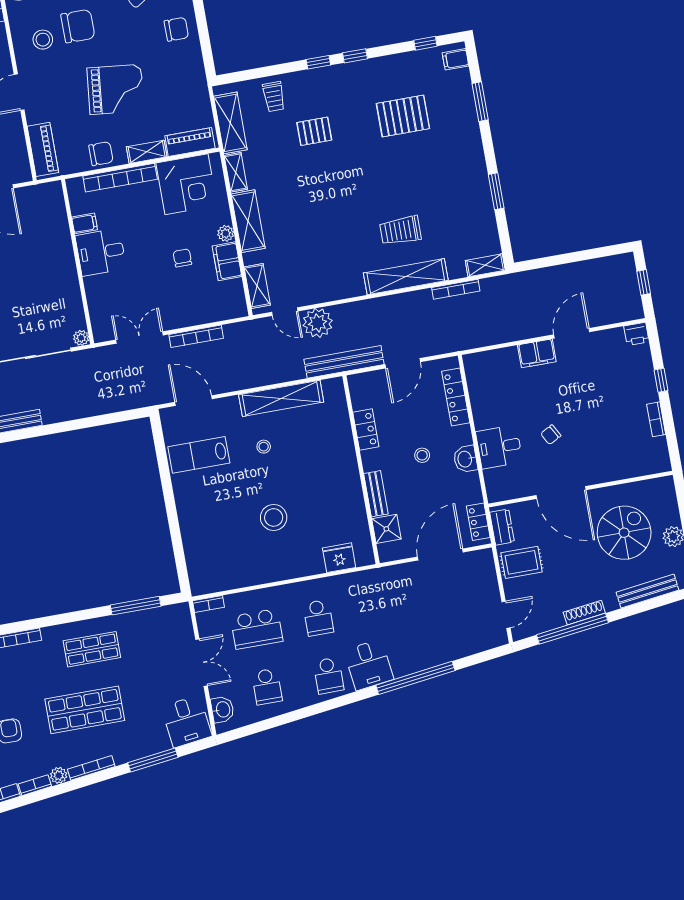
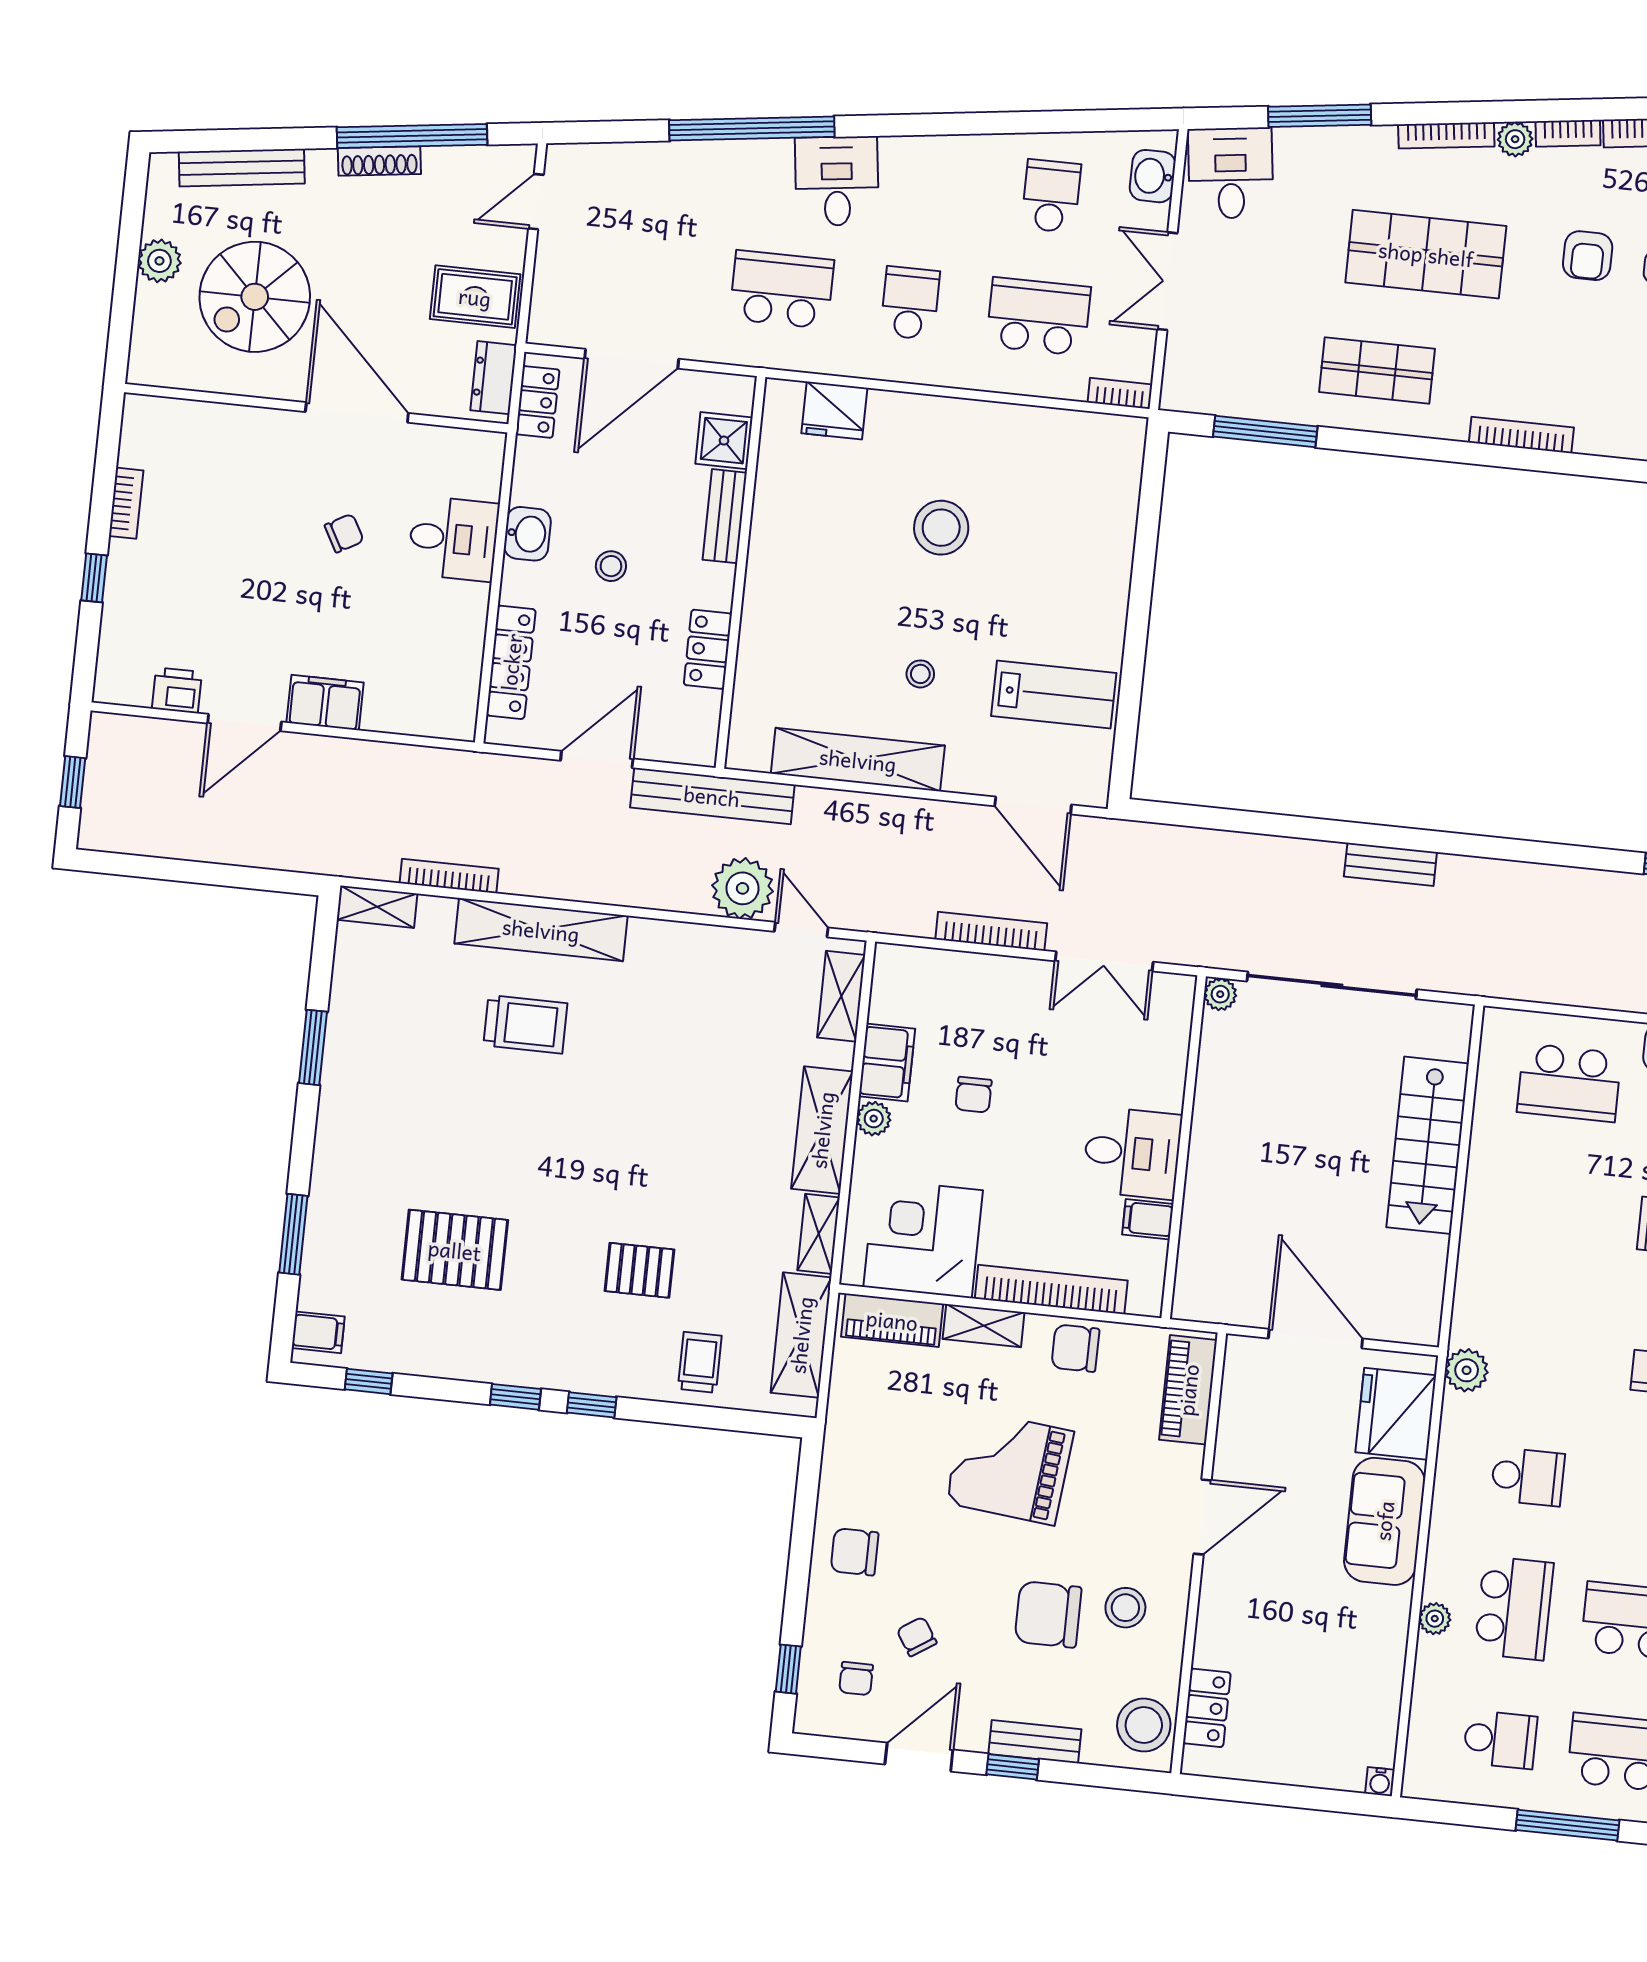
printer: (636, 334) -> (177, 690), moved
school desk: (329, 676) -> (782, 290), moved, width x1.85

